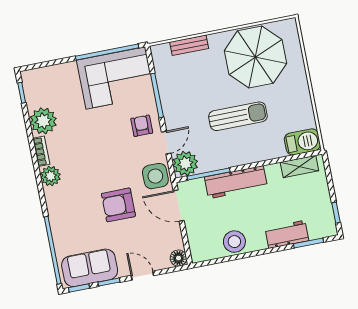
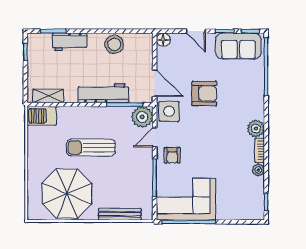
bench: (189, 45) -> (120, 214), width x1.36
plant: (43, 121) -> (258, 170), width x0.53, depth x0.53

